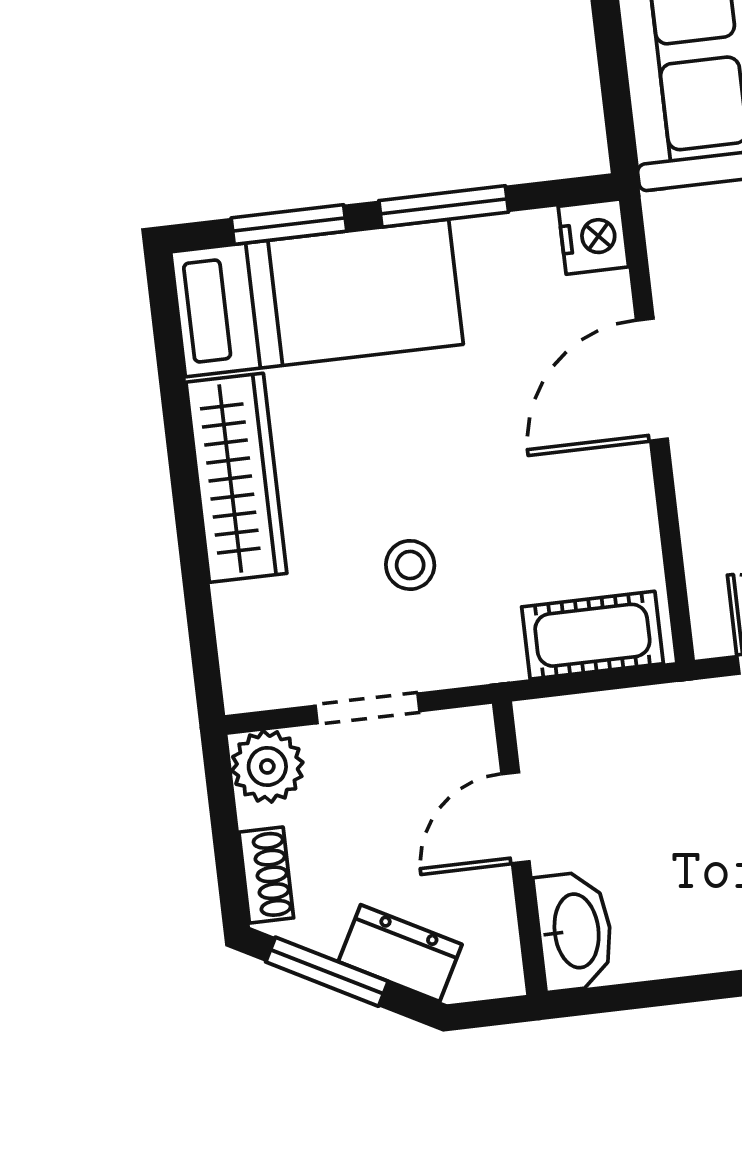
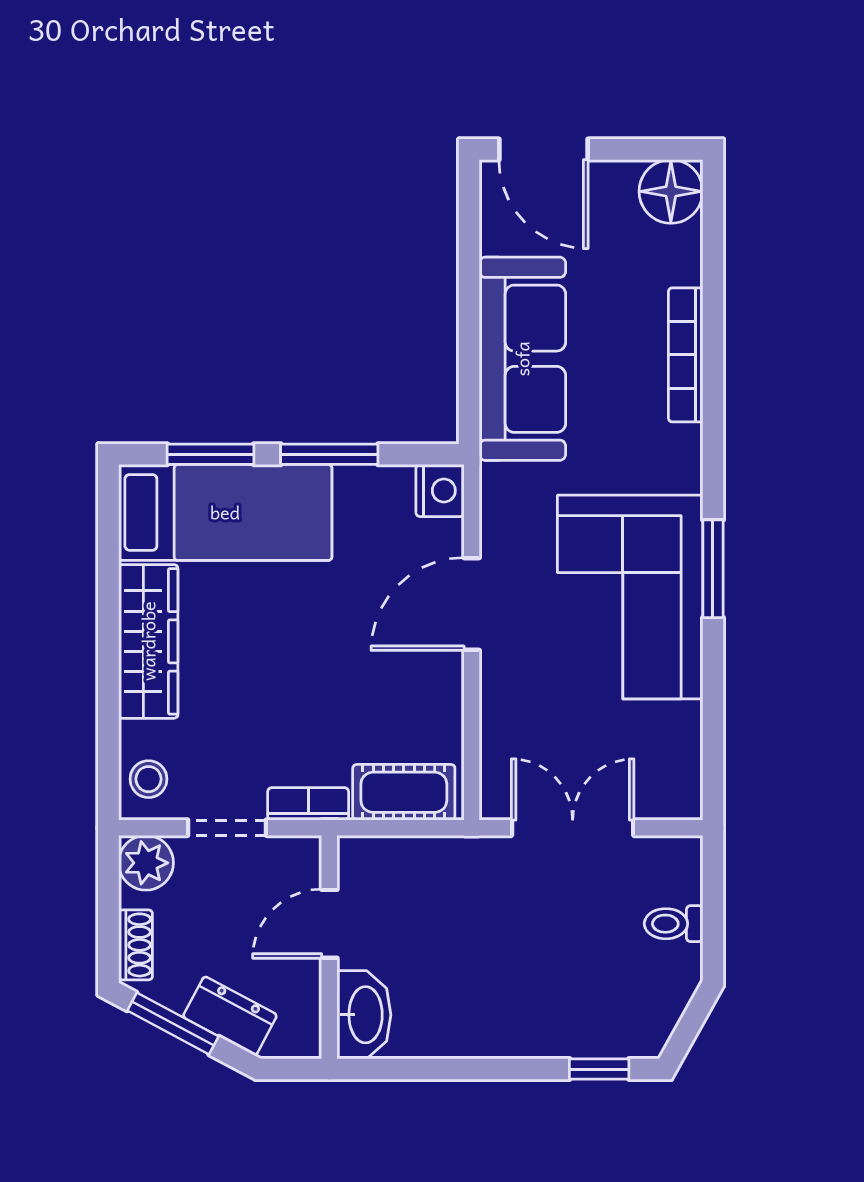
stool: (410, 565) -> (148, 779), moved
bookcase: (470, 665) -> (308, 804), added

